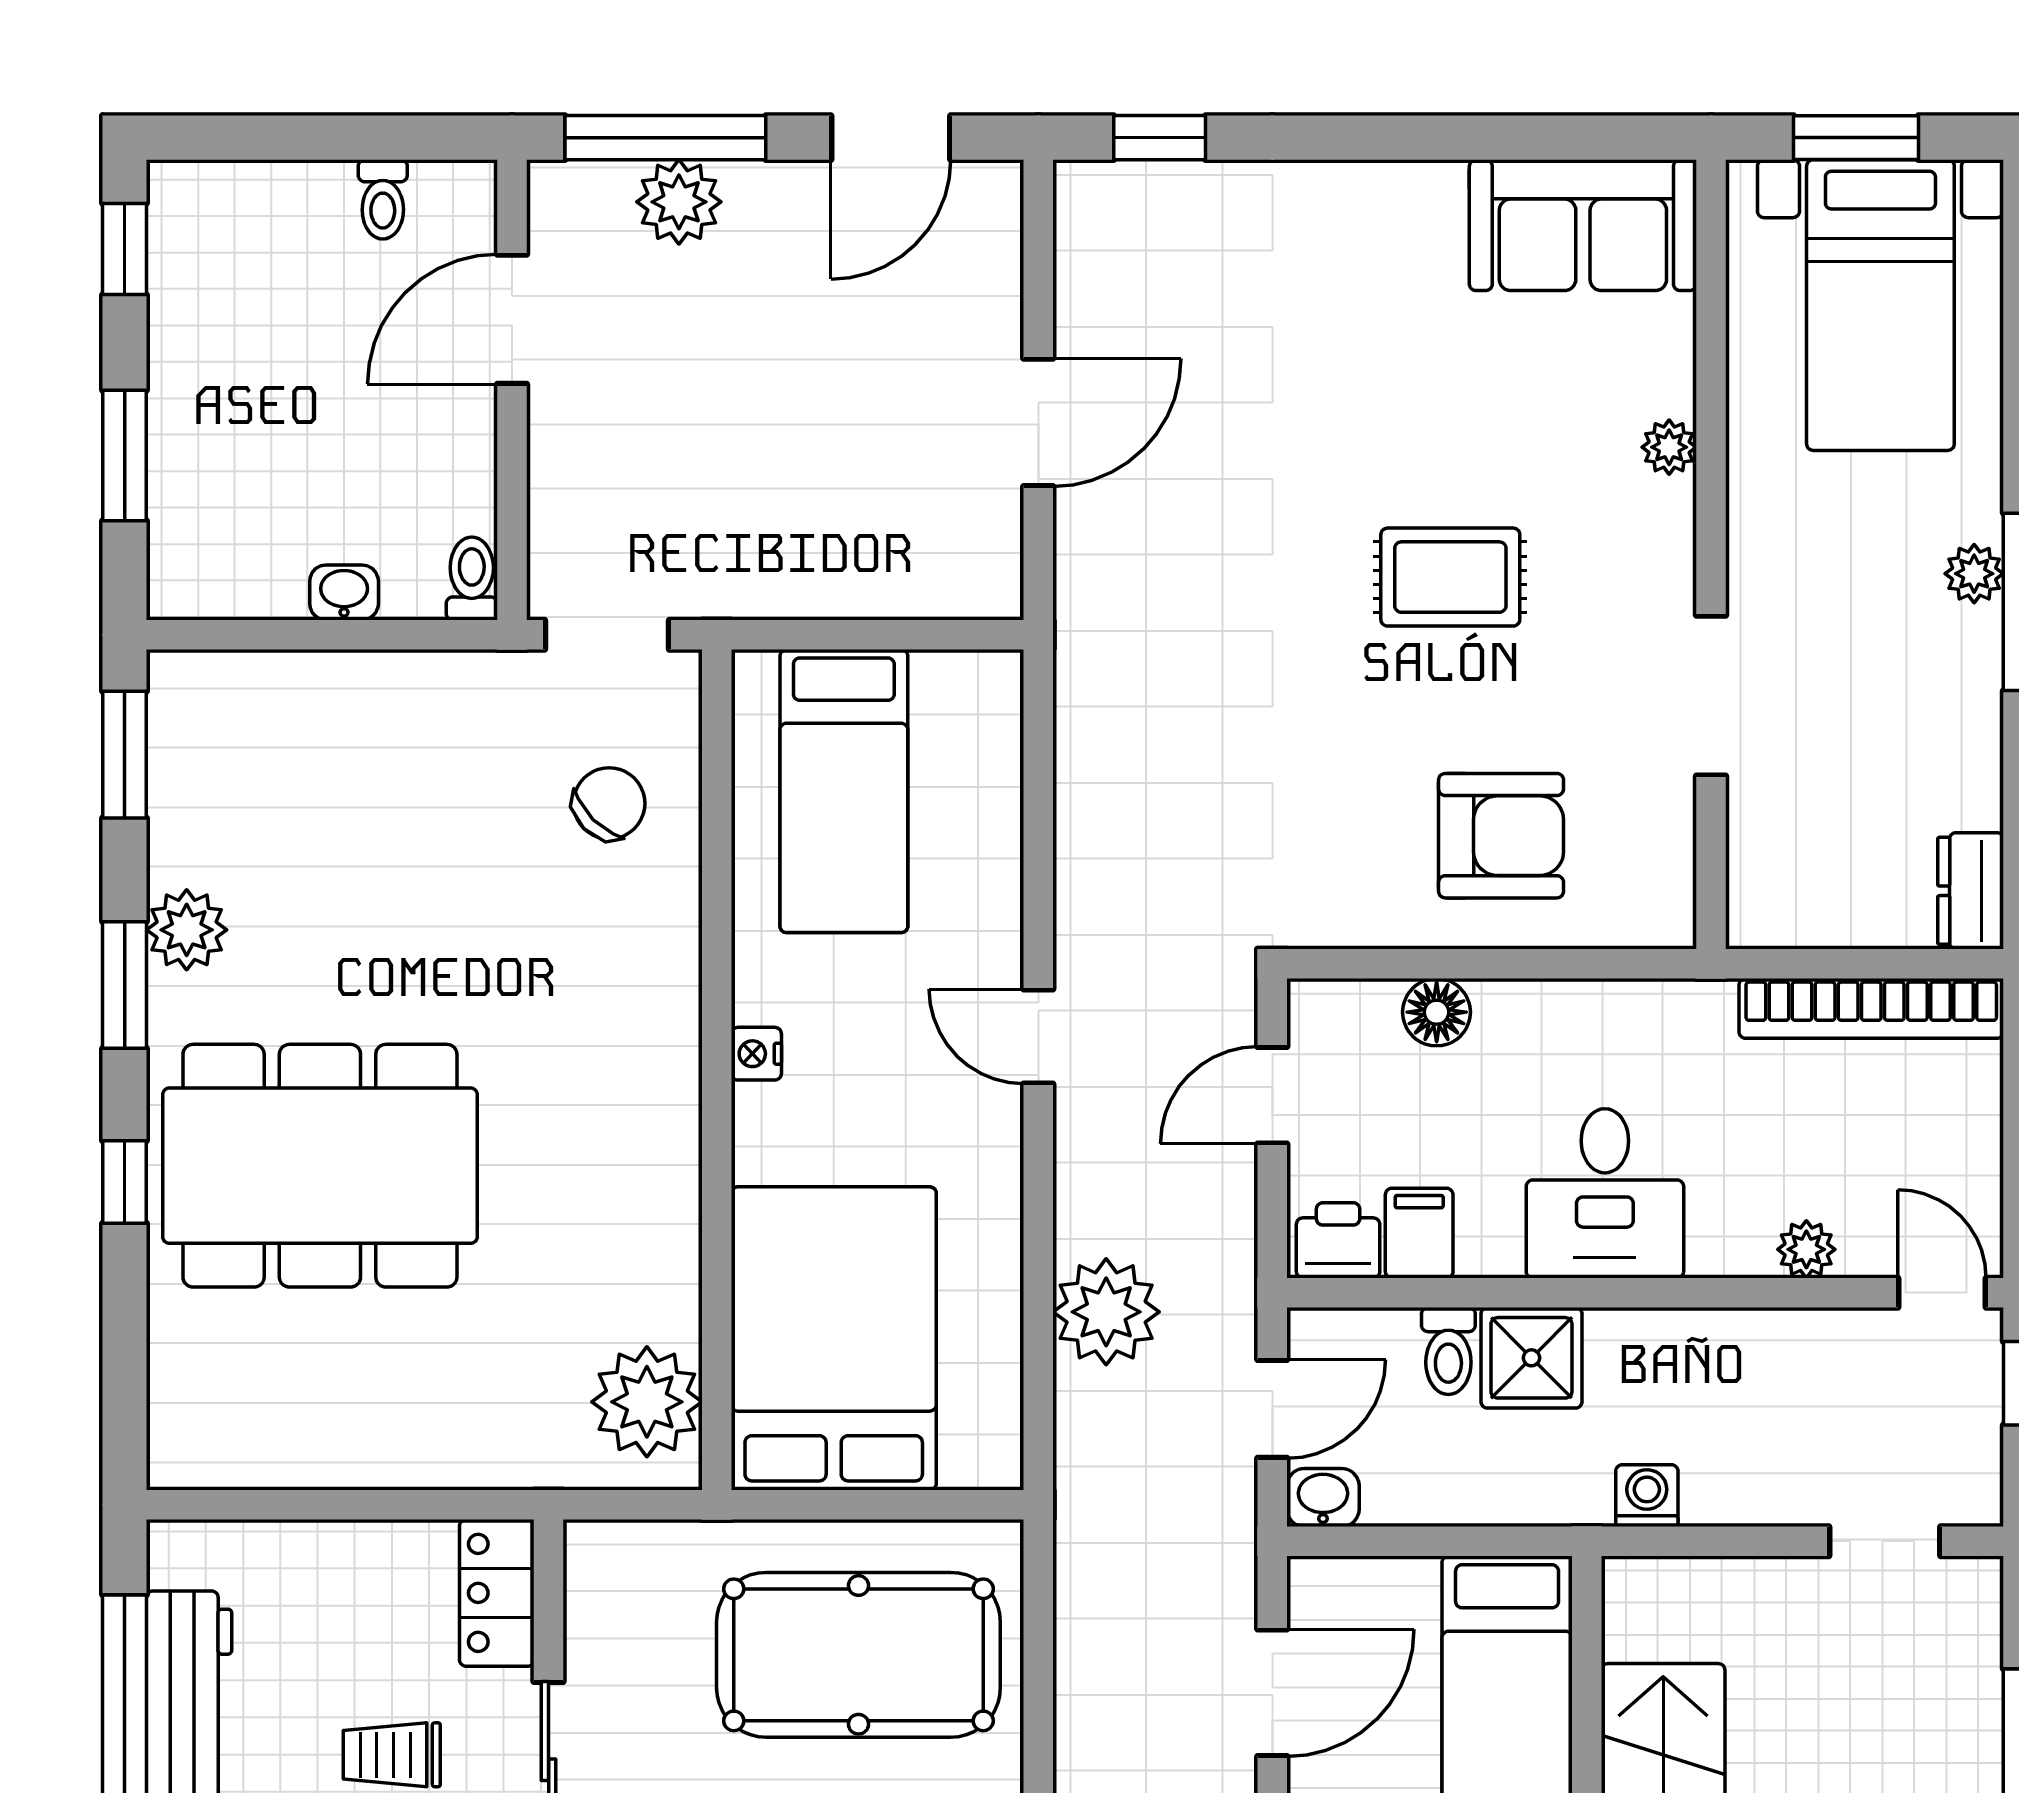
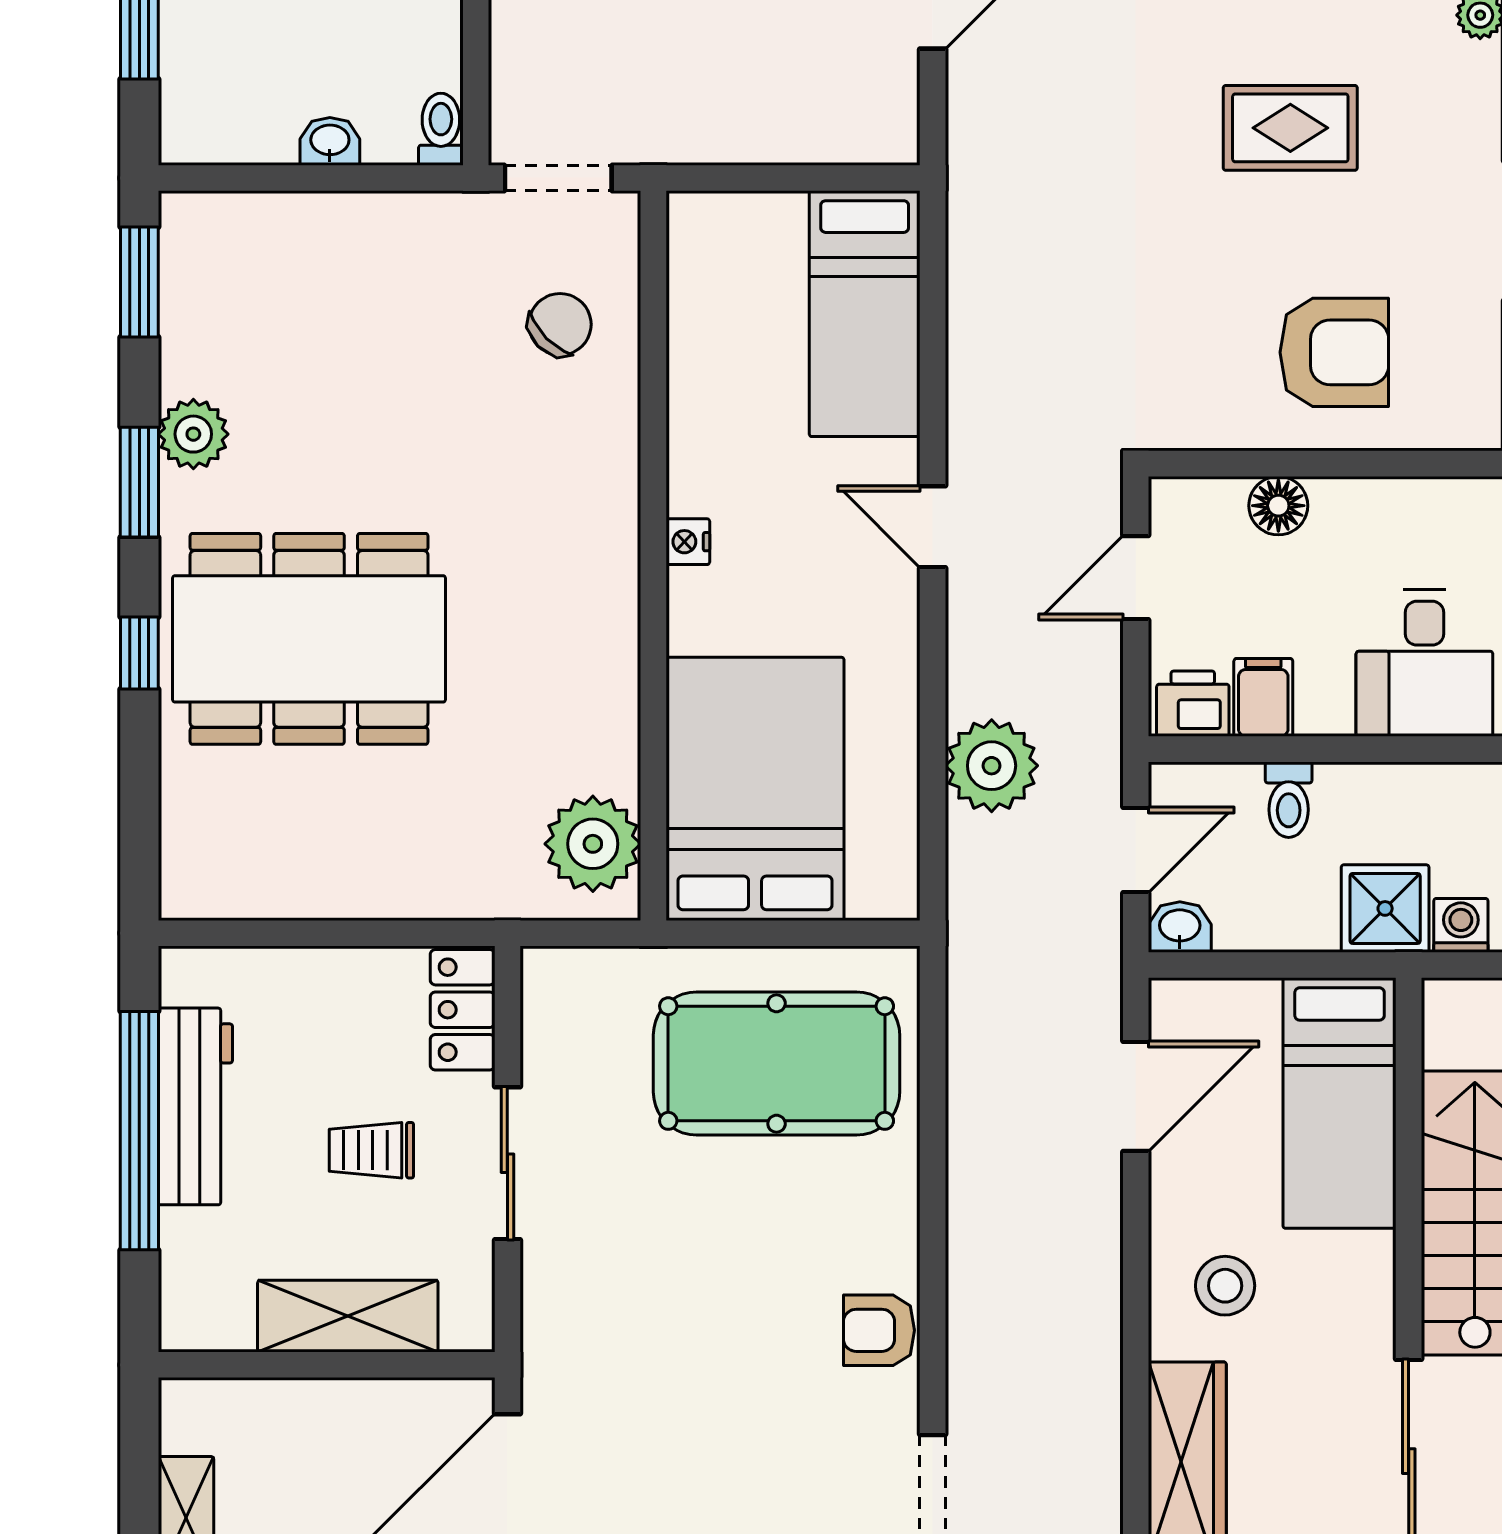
bed: (844, 791) -> (865, 314), moved
shower: (1531, 1358) -> (1385, 908), moved

